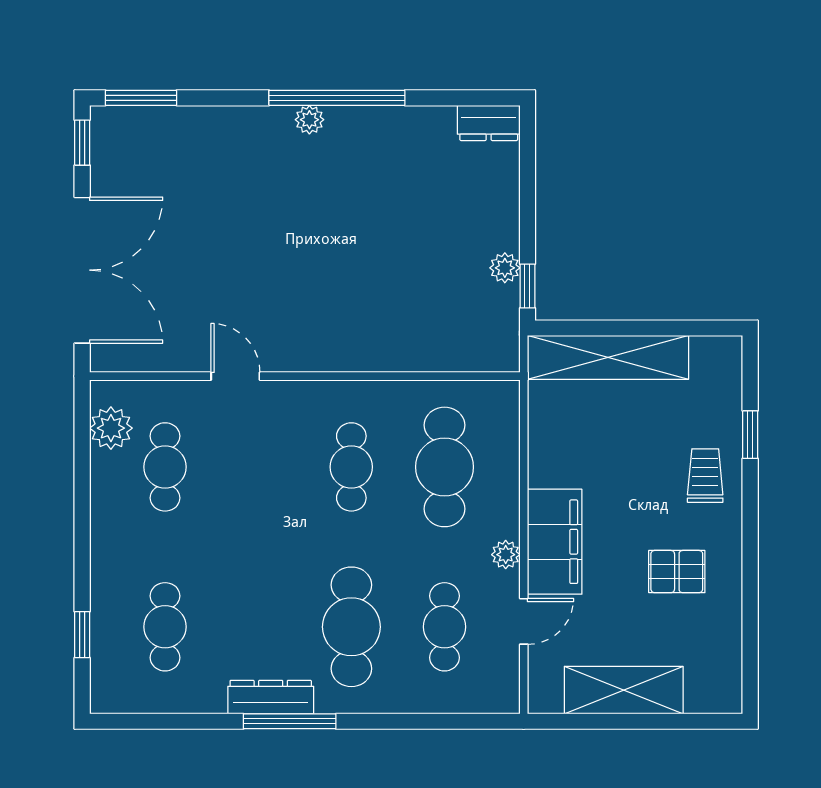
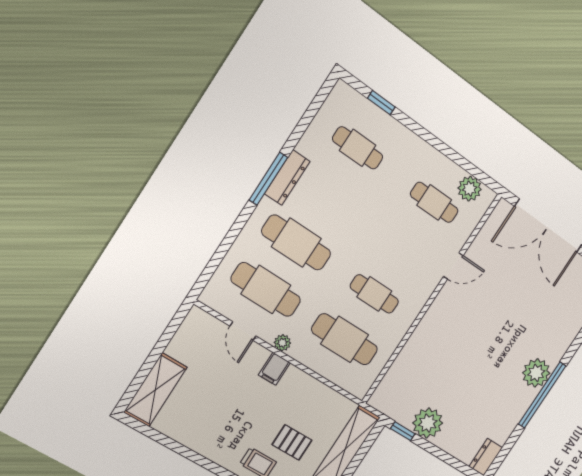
plant: (309, 120) -> (536, 373), width x1.88, depth x1.88
plant: (505, 268) -> (428, 423), width x1.87, depth x1.87
filing cabinet: (555, 542) -> (274, 369), width x0.33, depth x0.86
pallet: (677, 572) -> (292, 442), moved, turned 90
cafe table: (445, 627) -> (266, 290), width x1.37, depth x1.35
shelving: (624, 690) -> (155, 390), moved

